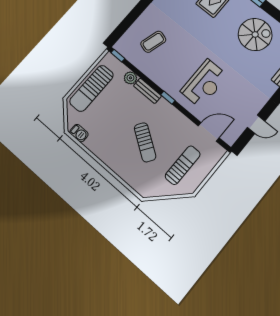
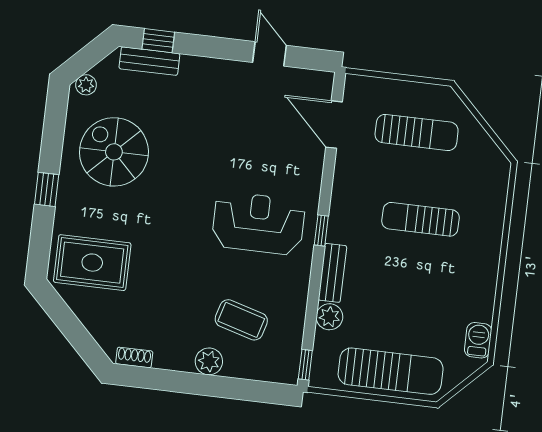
plant: (145, 19) -> (209, 361), added
reception desk: (204, 83) -> (258, 223), moved
sun lounger: (145, 142) -> (420, 219), turned -124
sun lounger: (183, 165) -> (417, 132), turned 180

